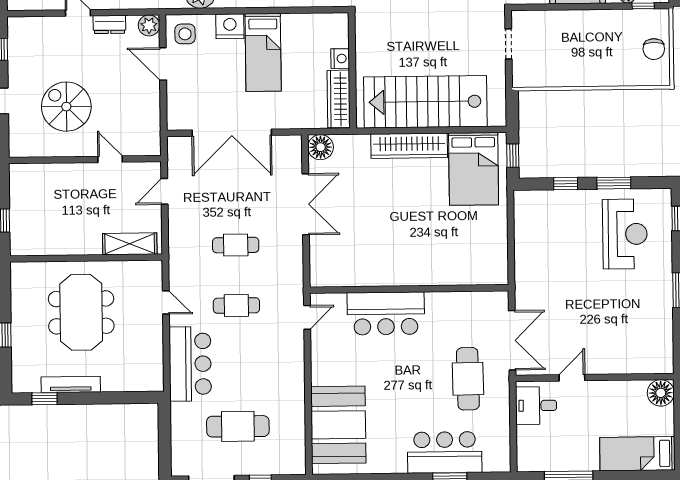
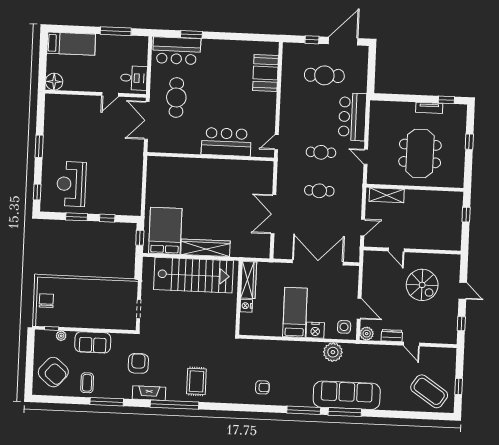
floor lamp: (321, 147) -> (262, 250), removed
tv unit: (71, 385) -> (429, 108), width x0.71
booth: (338, 425) -> (266, 73), width x0.73, depth x0.70
bar counter: (445, 452) -> (177, 51), moved

